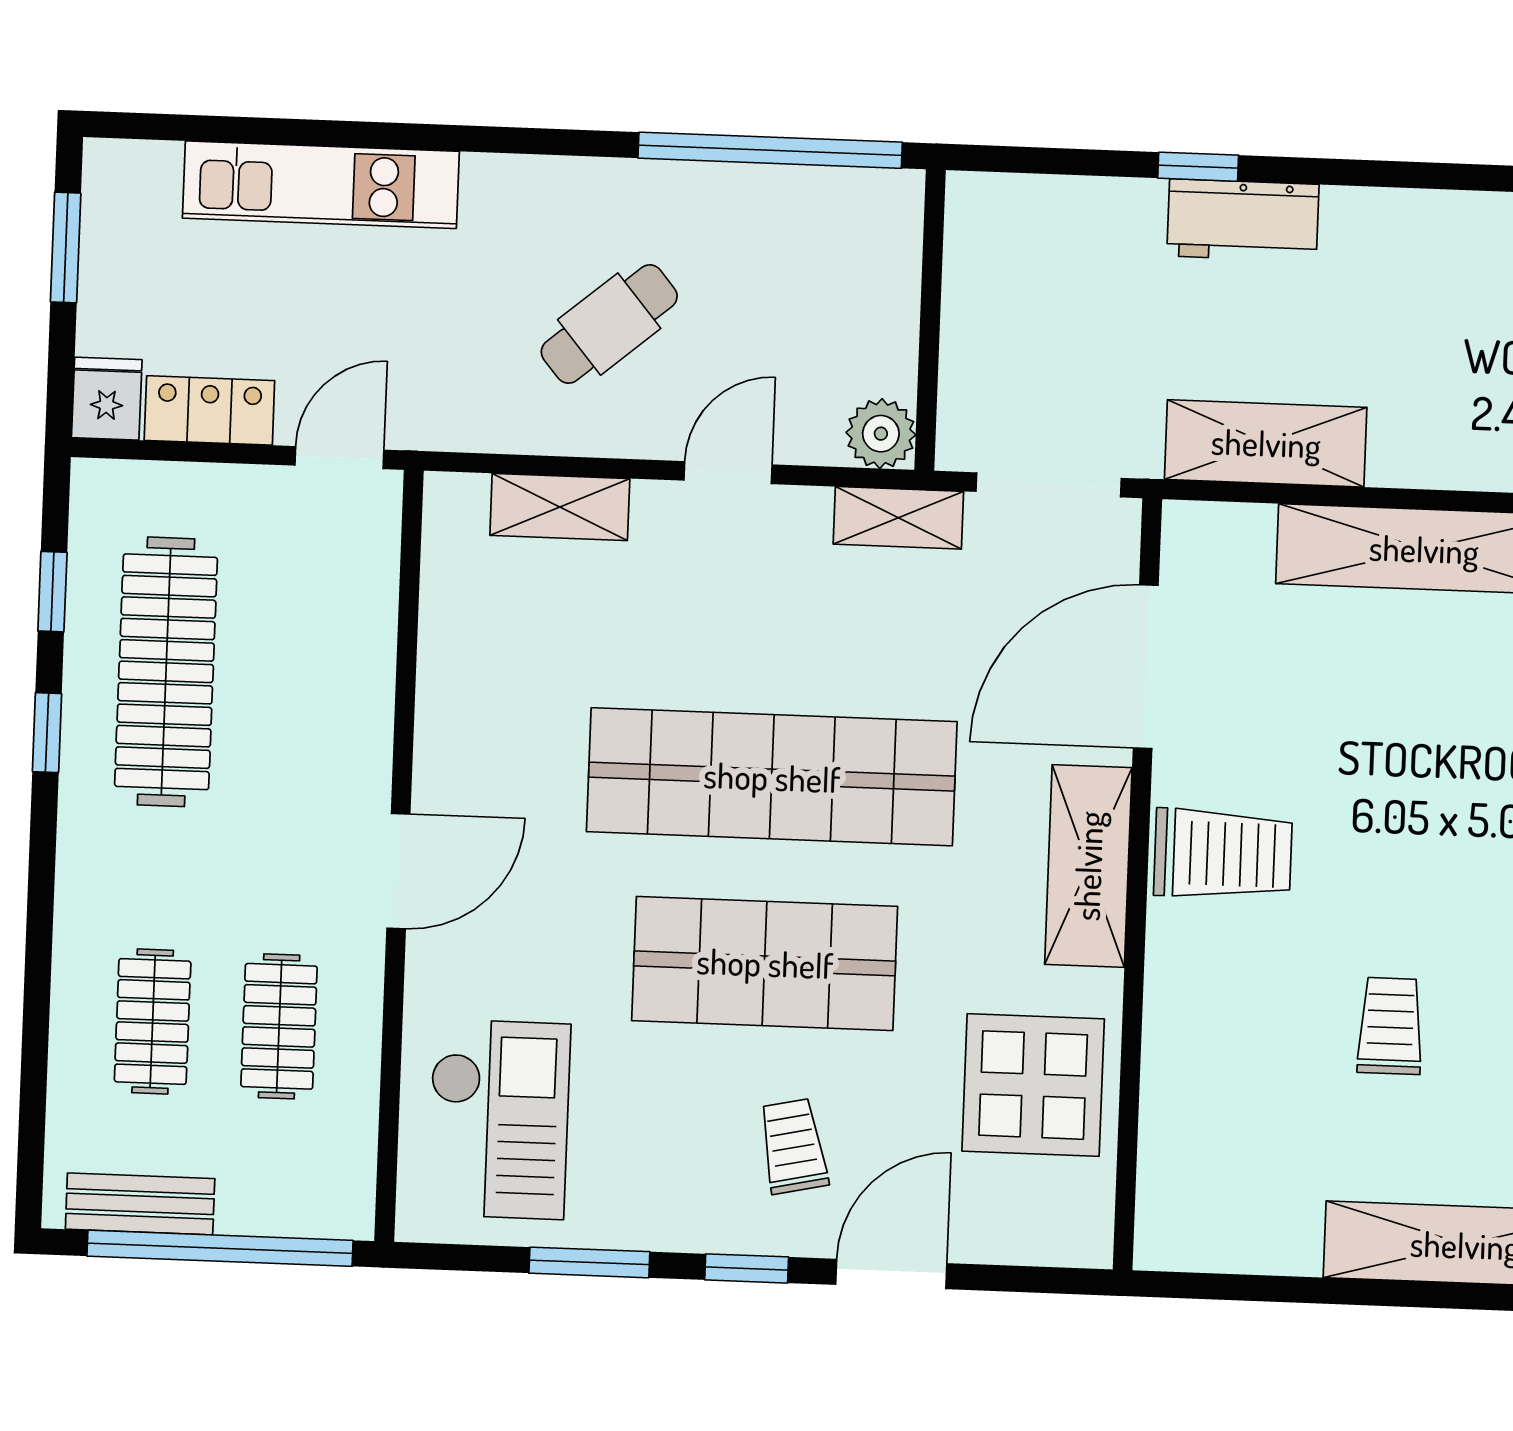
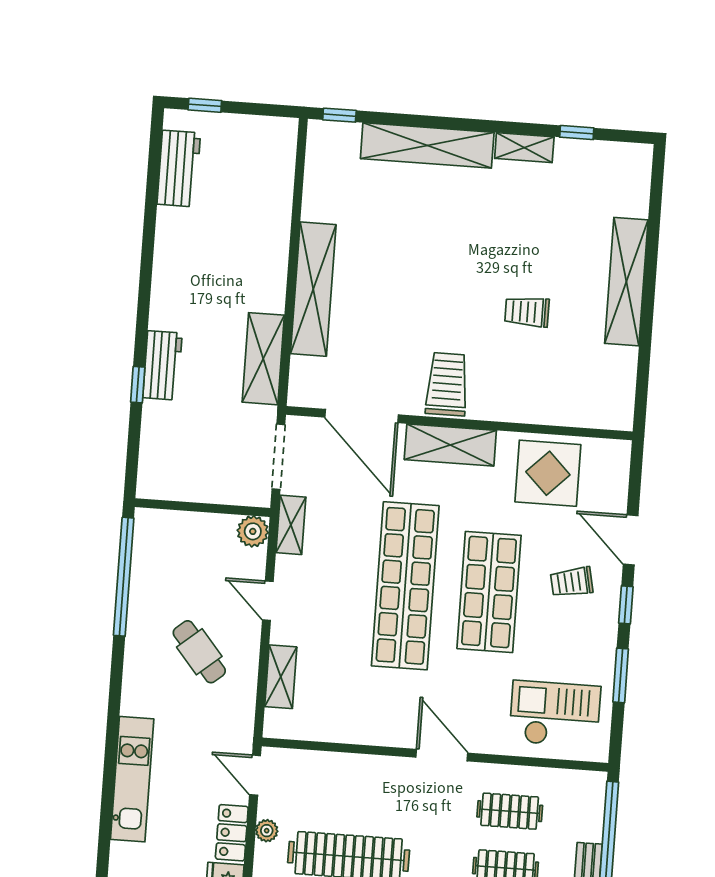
plant: (217, 488) -> (267, 831), added

